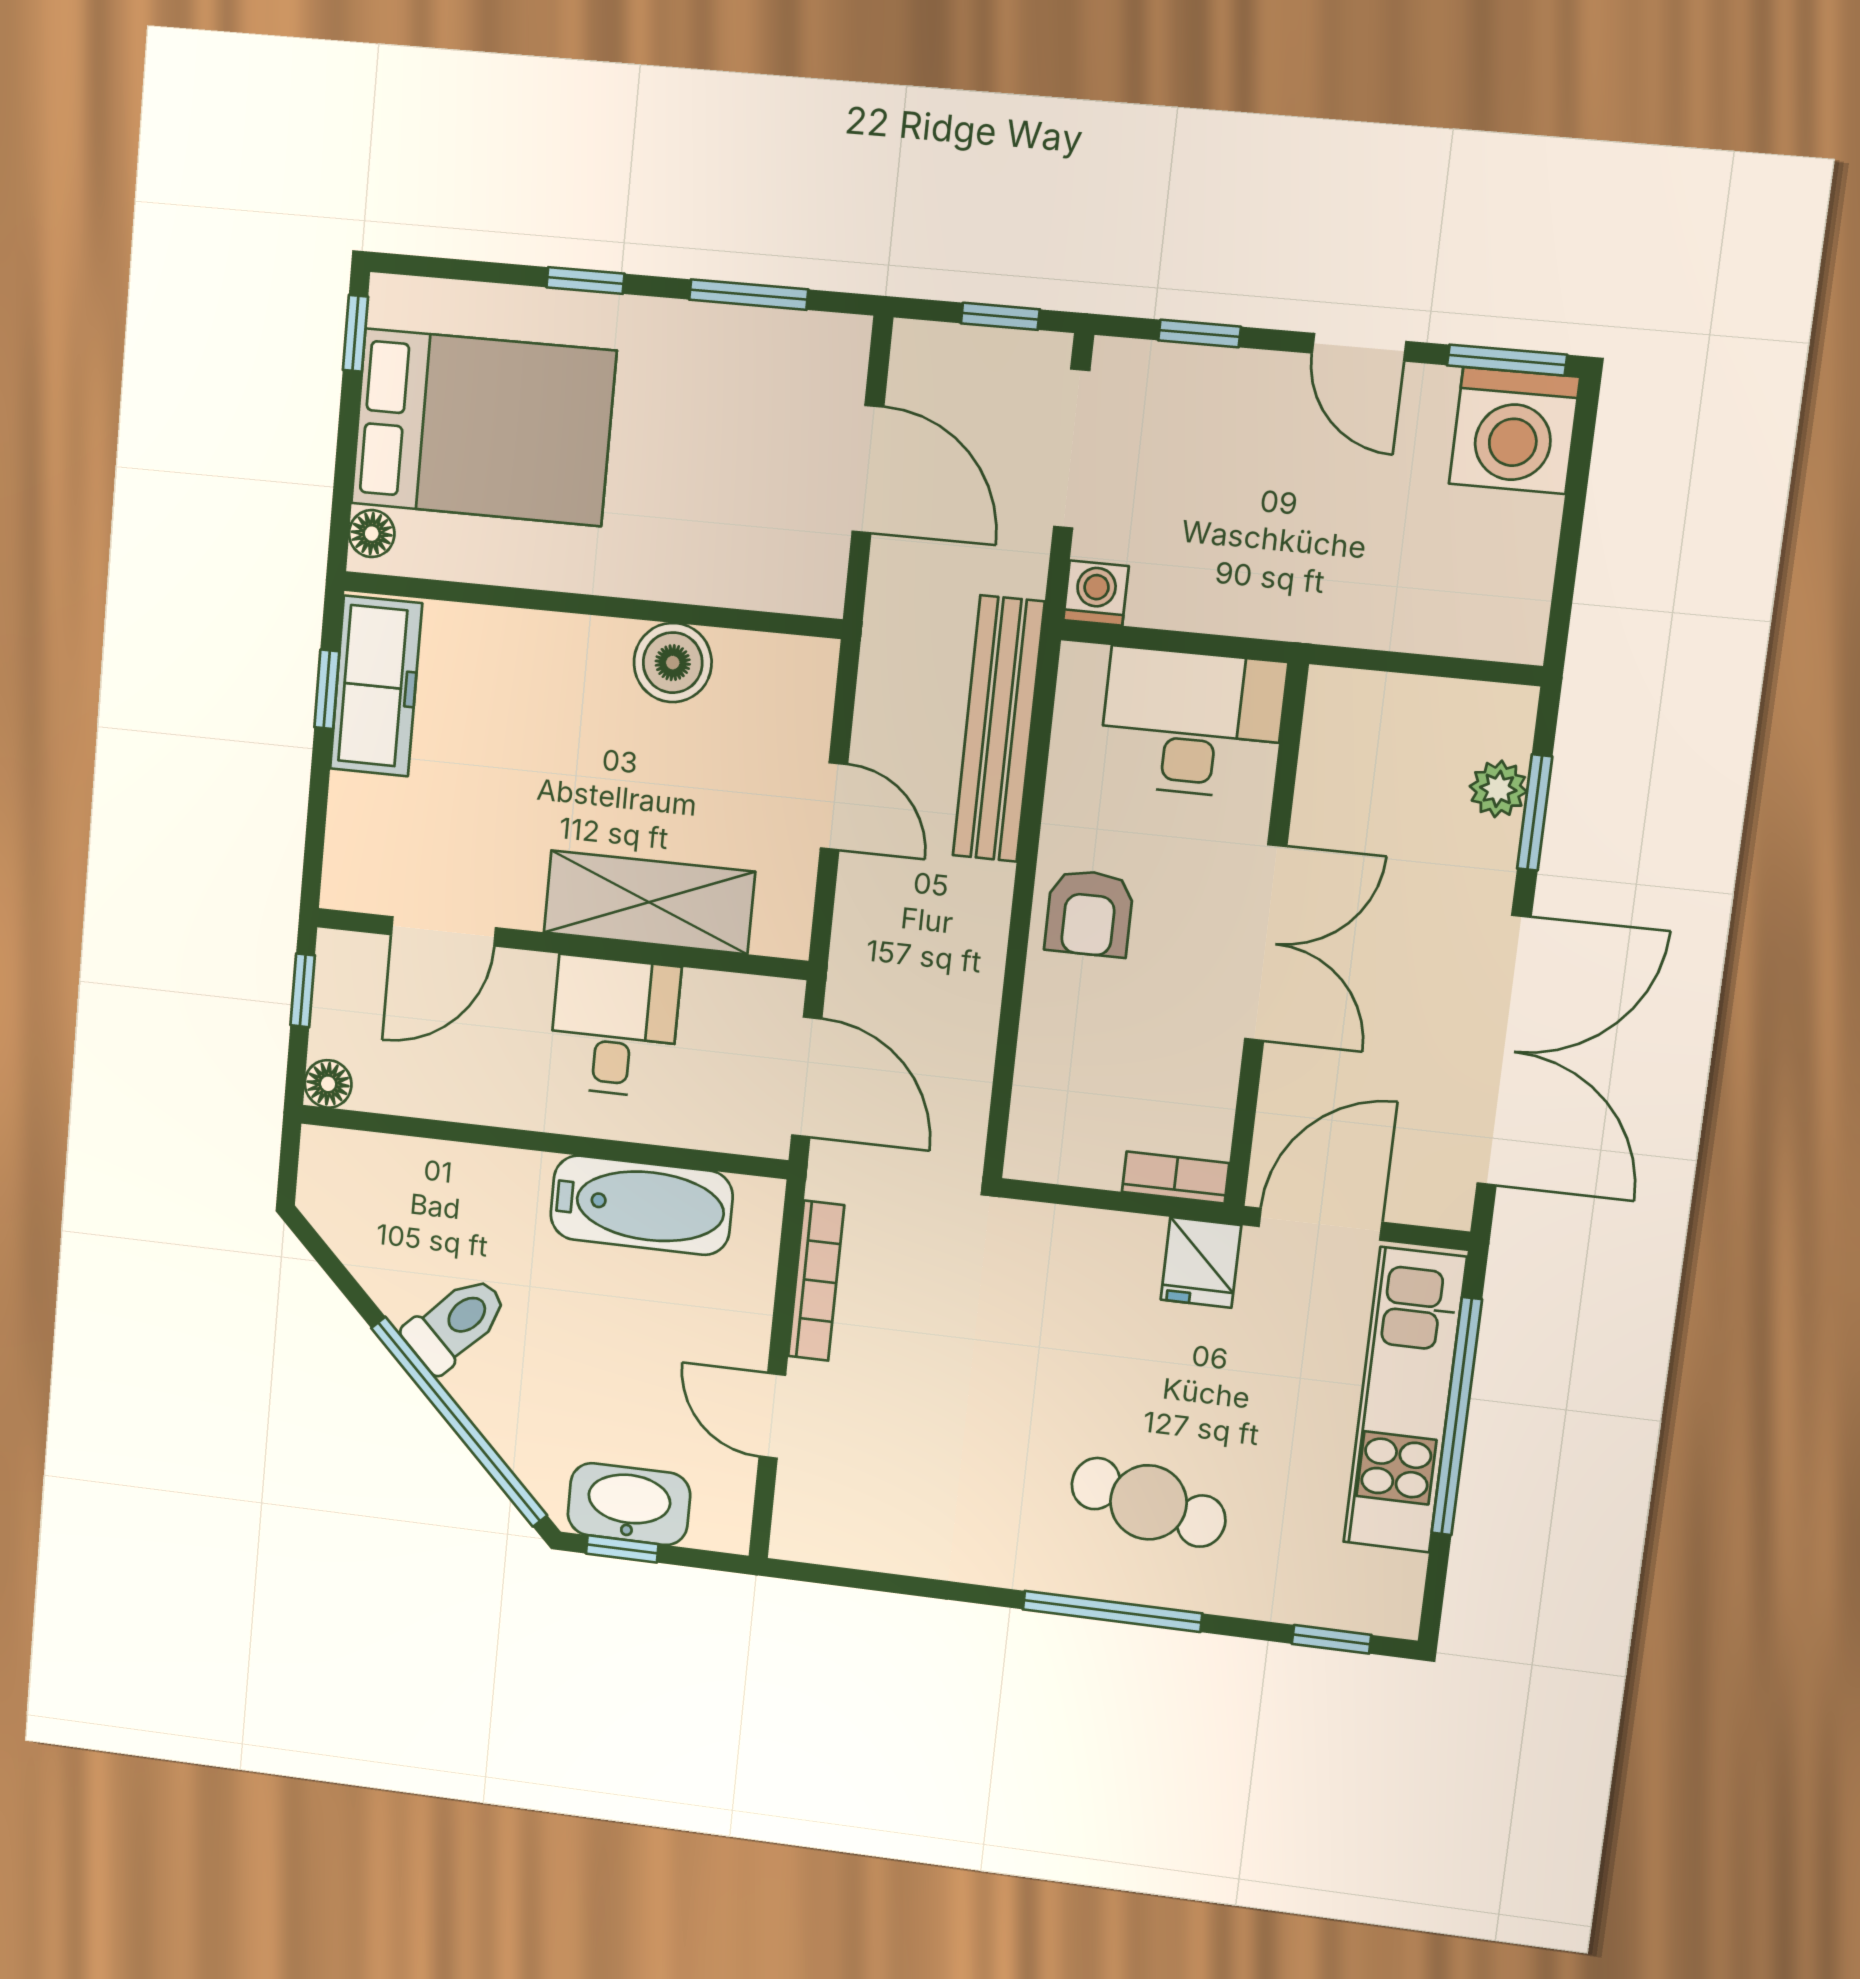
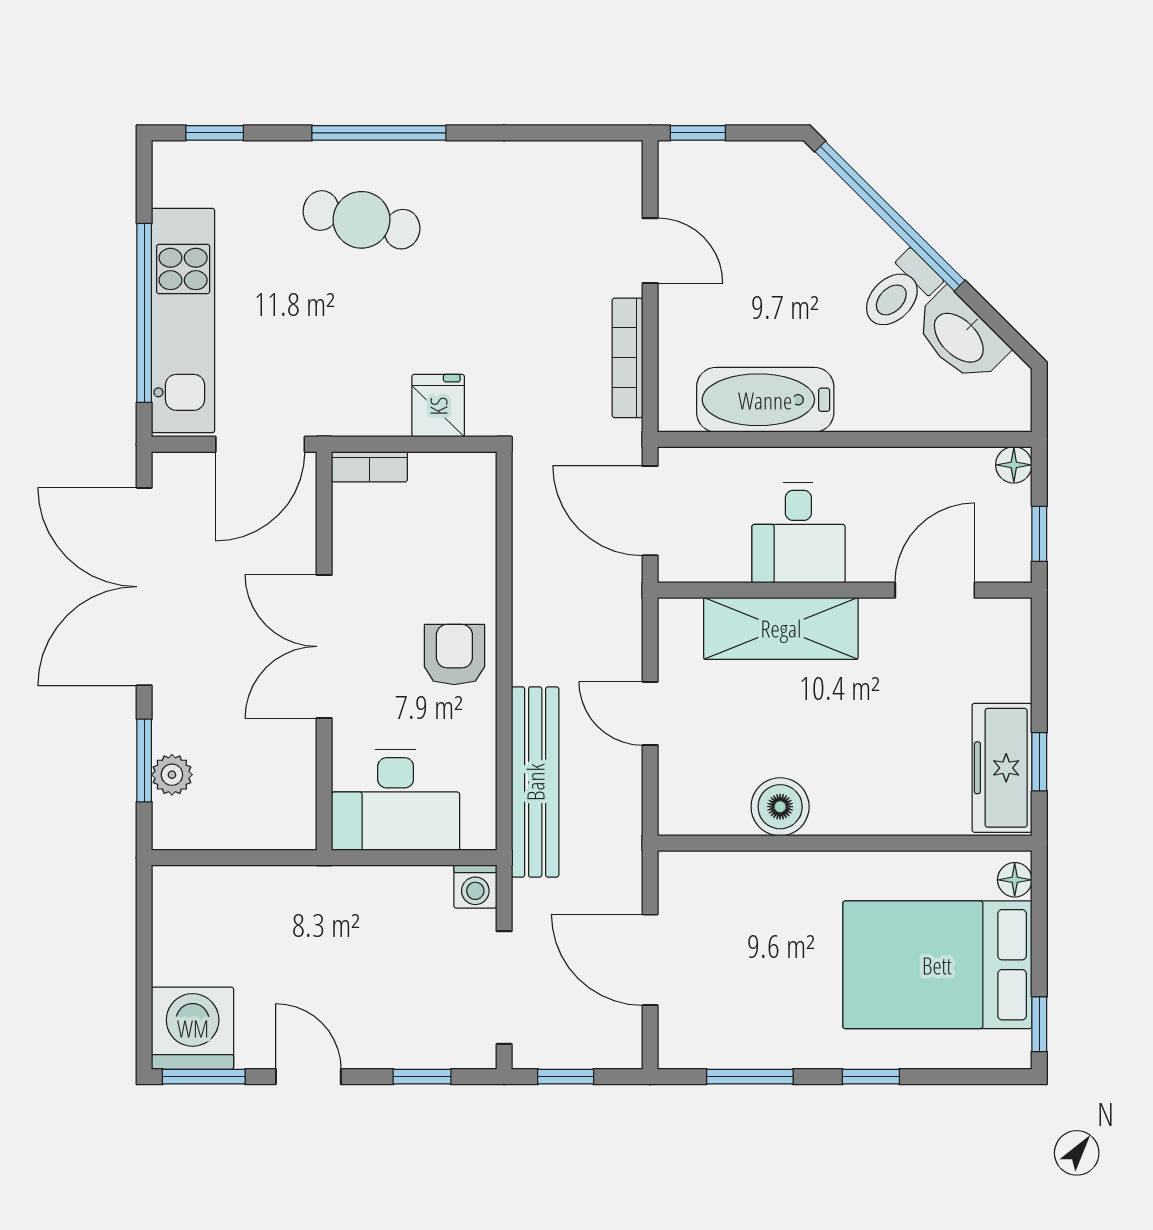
fridge: (1201, 1262) -> (438, 406), moved
washbasin: (629, 1504) -> (960, 337), moved, turned 45
window: (622, 1549) -> (698, 133), moved

